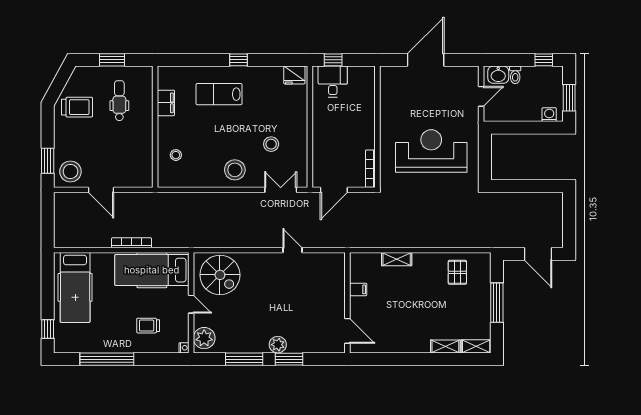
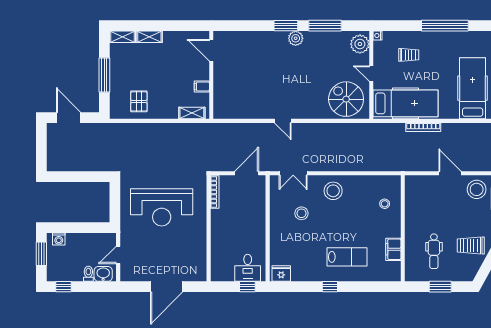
filing cabinet: (358, 289) -> (202, 86), moved
wall: (347, 303) -> (211, 75), moved
door: (347, 331) -> (211, 50), moved

